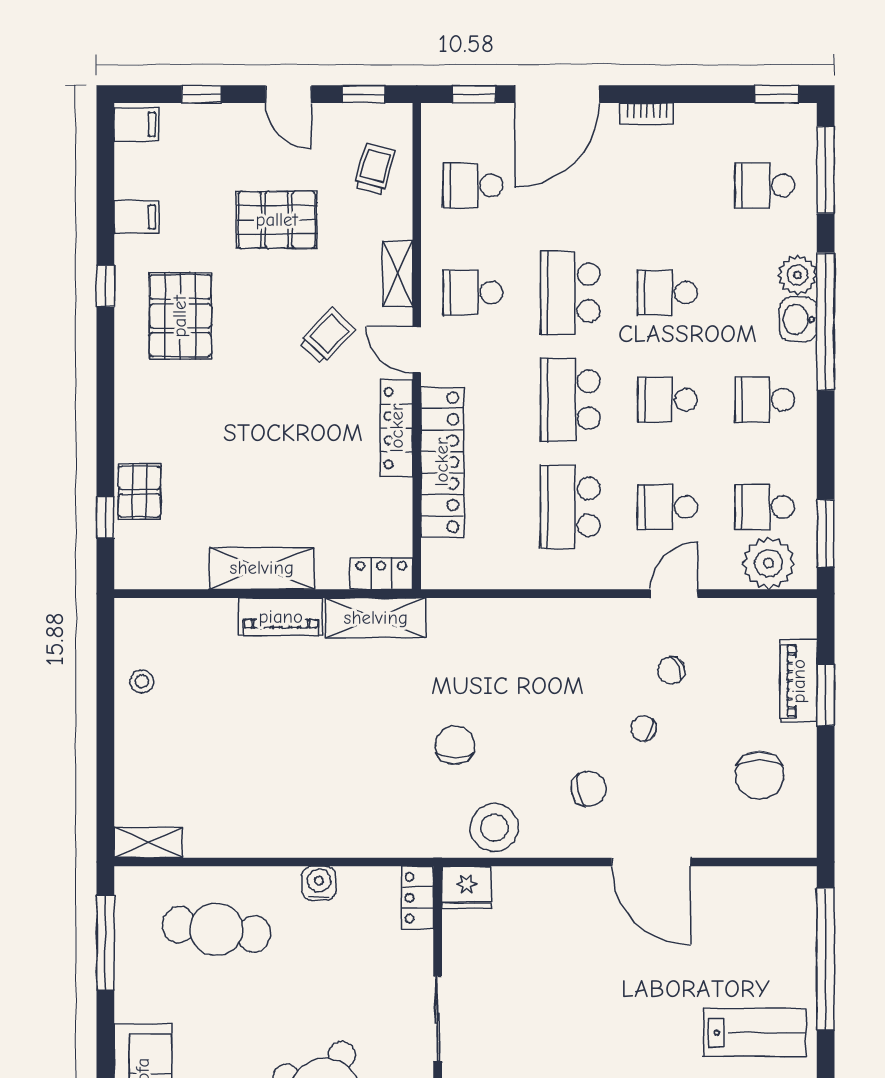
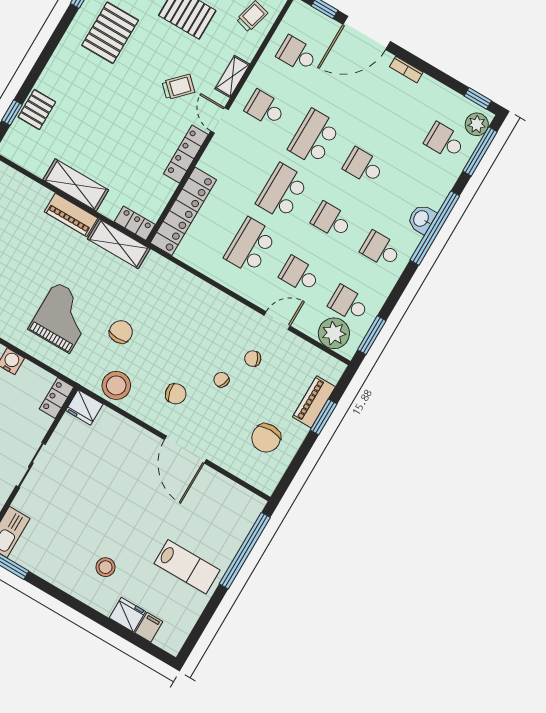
plant: (797, 275) -> (477, 124), moved
locker: (442, 462) -> (183, 211), moved
grand piano: (357, 774) -> (63, 317), added

